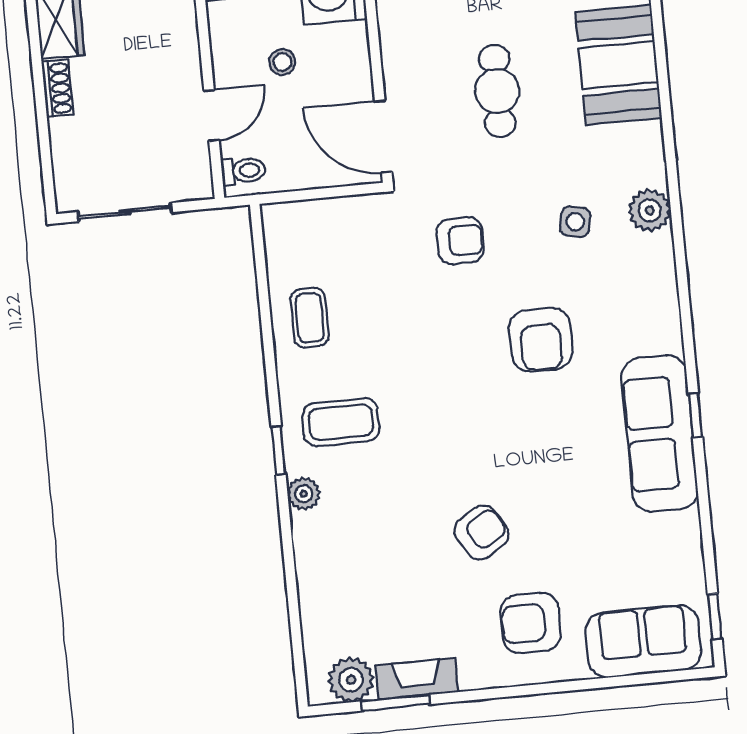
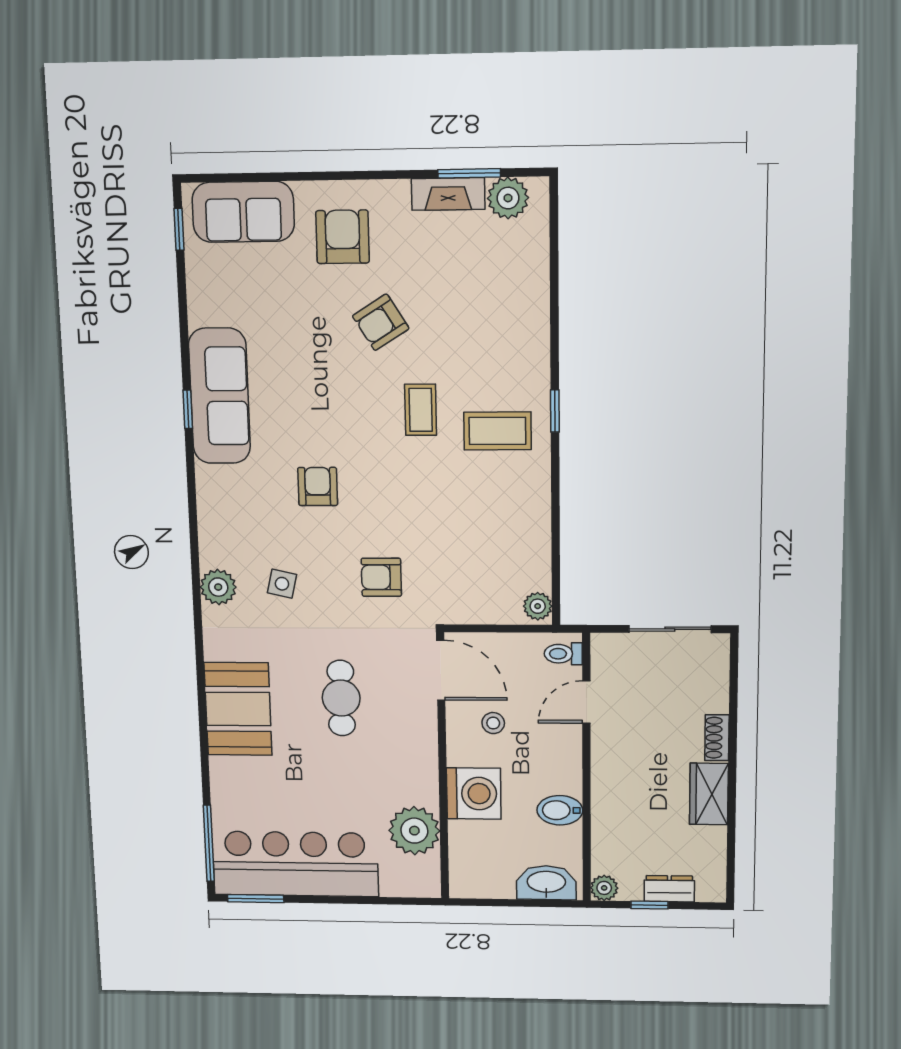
stool: (282, 62) -> (493, 723), moved
coffee table: (310, 318) -> (421, 410), moved
armchair: (541, 340) -> (318, 486), width x0.72, depth x0.72
plant: (304, 494) -> (538, 606), moved
armchair: (531, 623) -> (343, 237), turned -90

